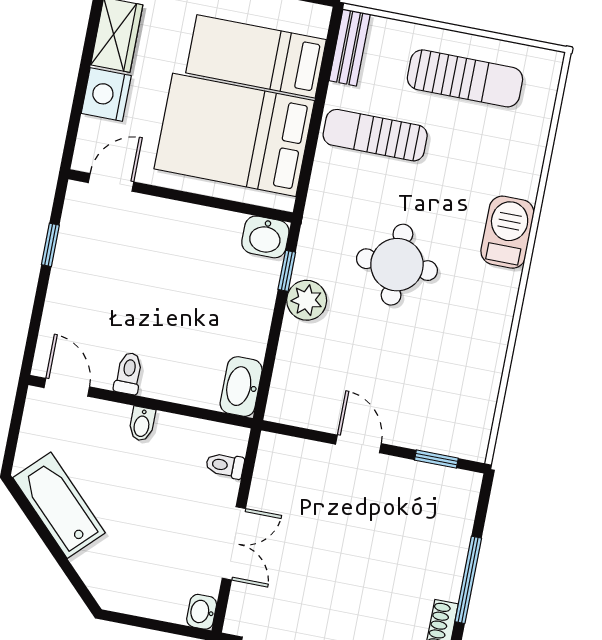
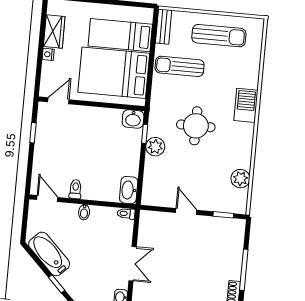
nightstand: (106, 95) -> (48, 54), width x0.53, depth x0.56
plant: (480, 386) -> (240, 179), added
toilet: (225, 465) -> (126, 214), moved
window: (69, 570) -> (57, 284), added

